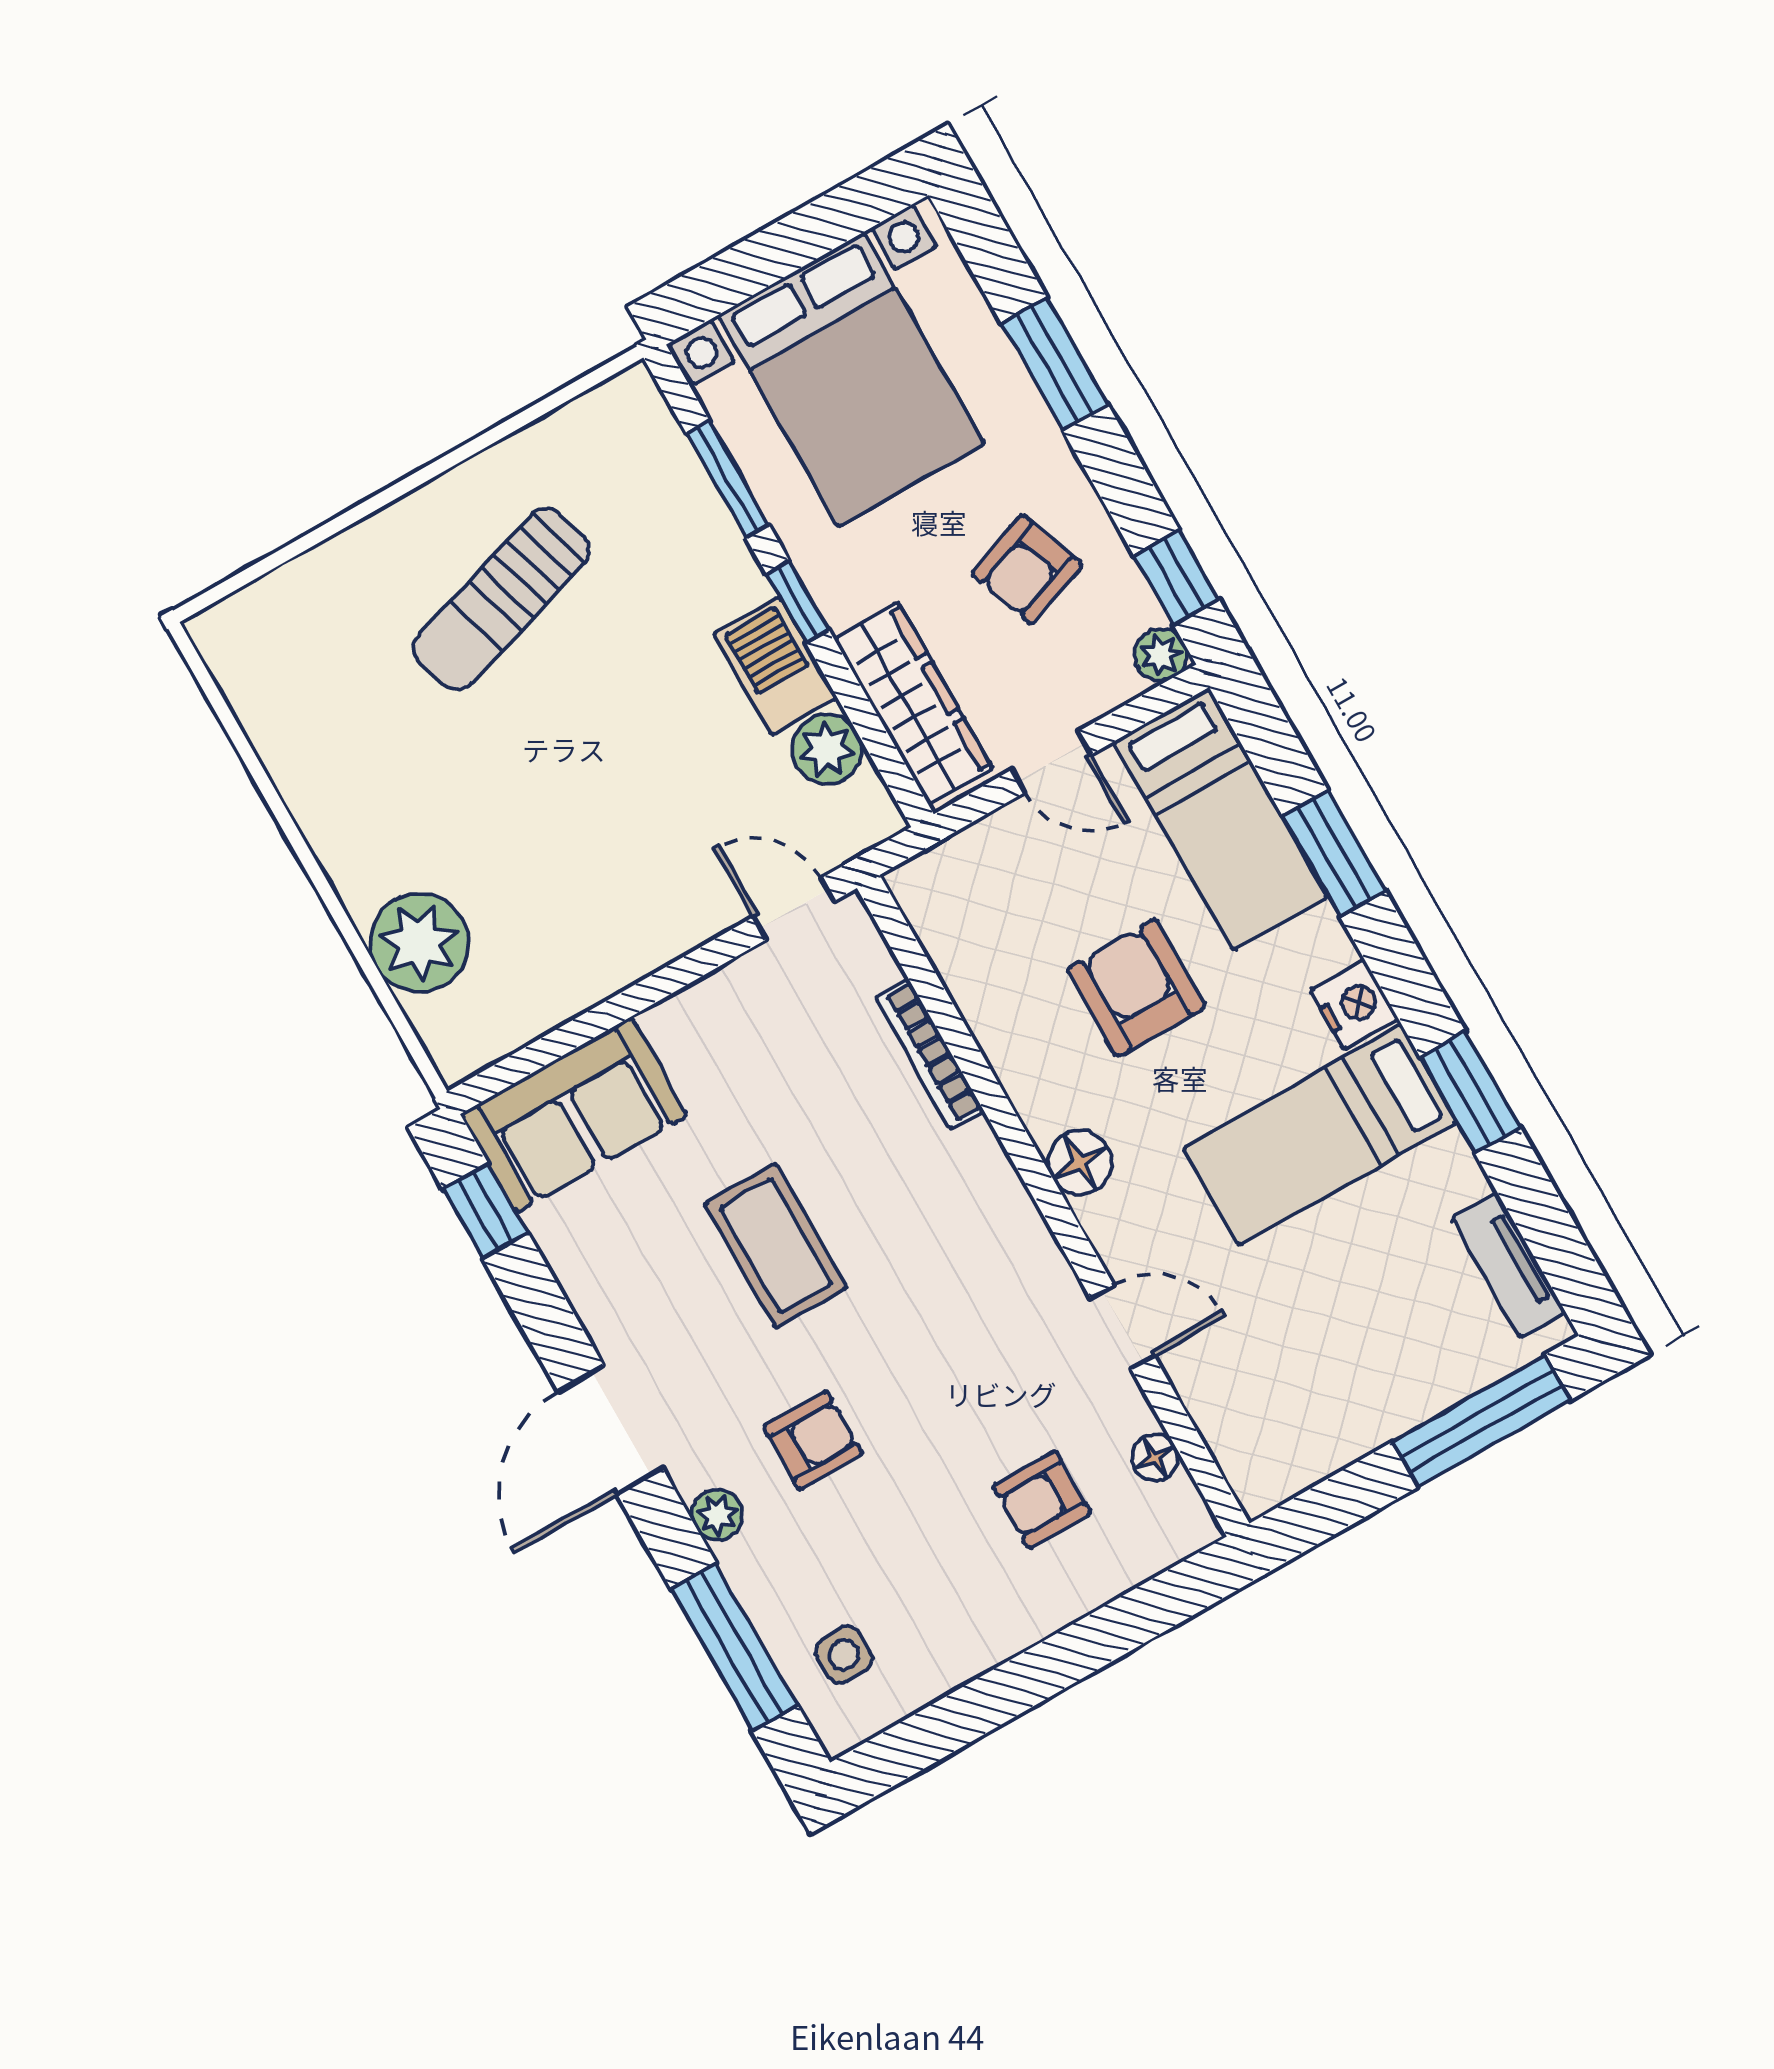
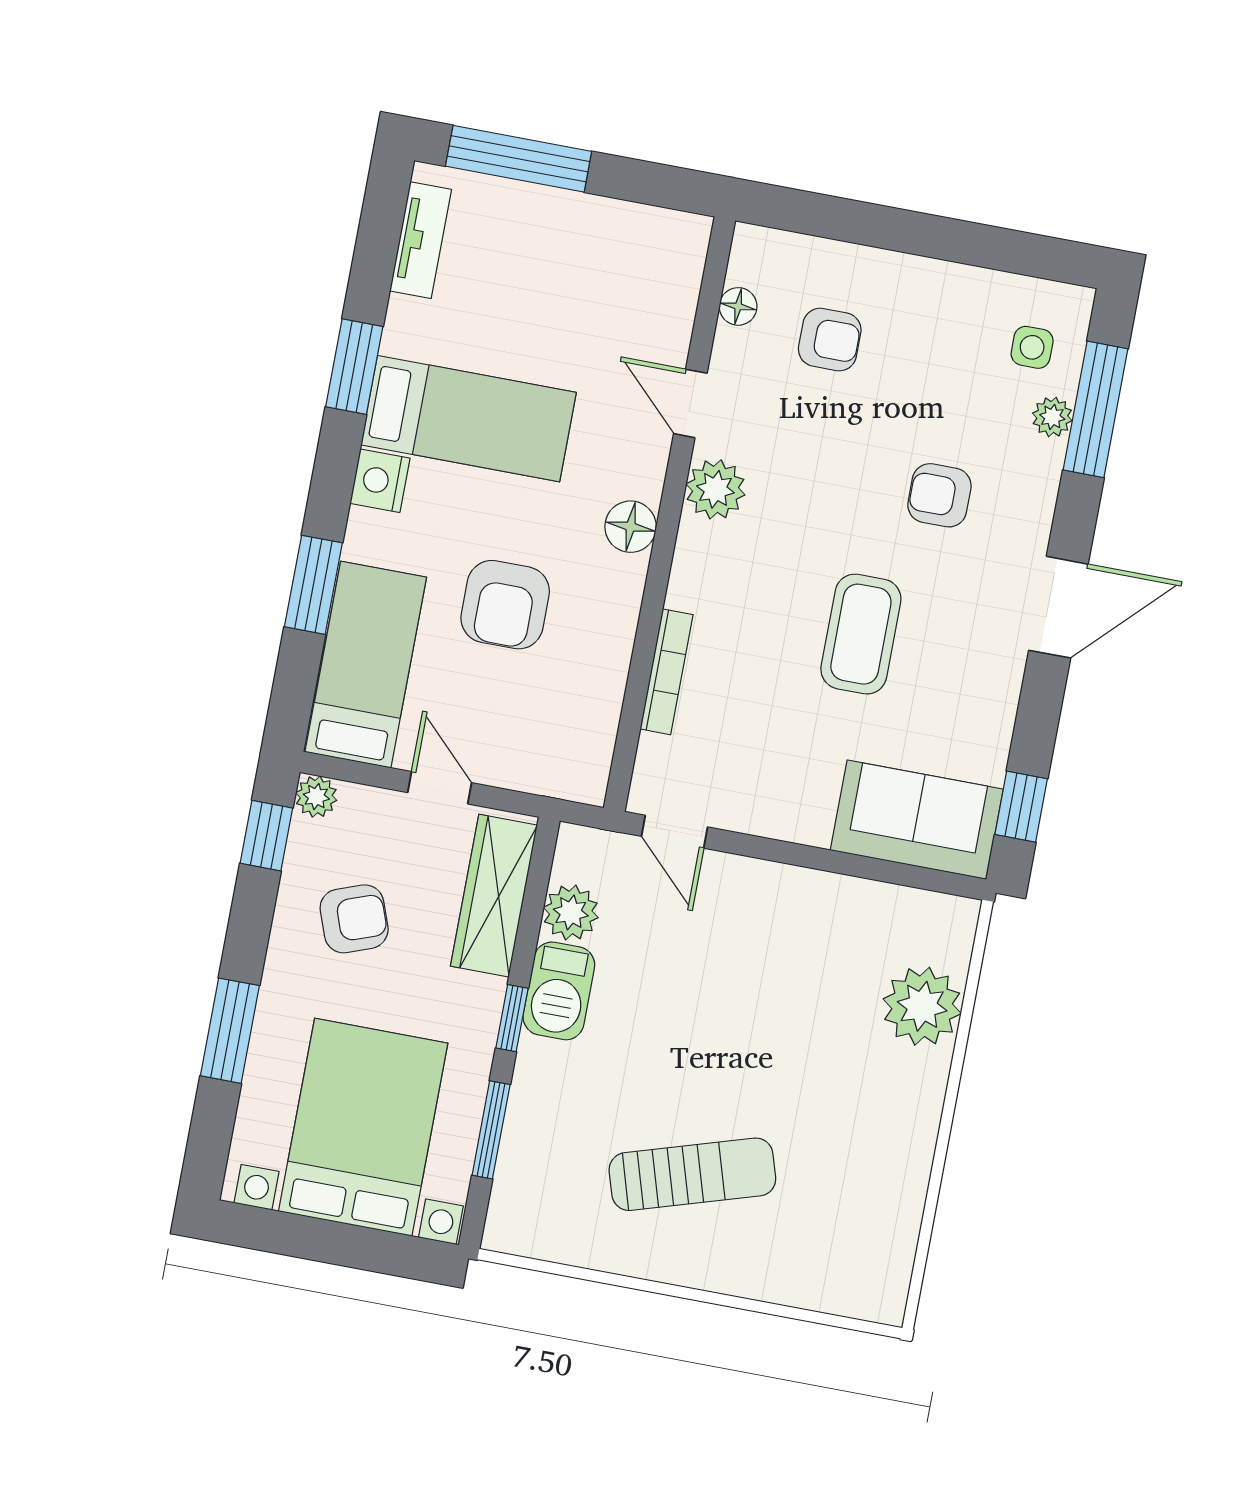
plant: (1030, 1266) -> (715, 489), added
plant: (717, 1515) -> (1052, 417), moved

